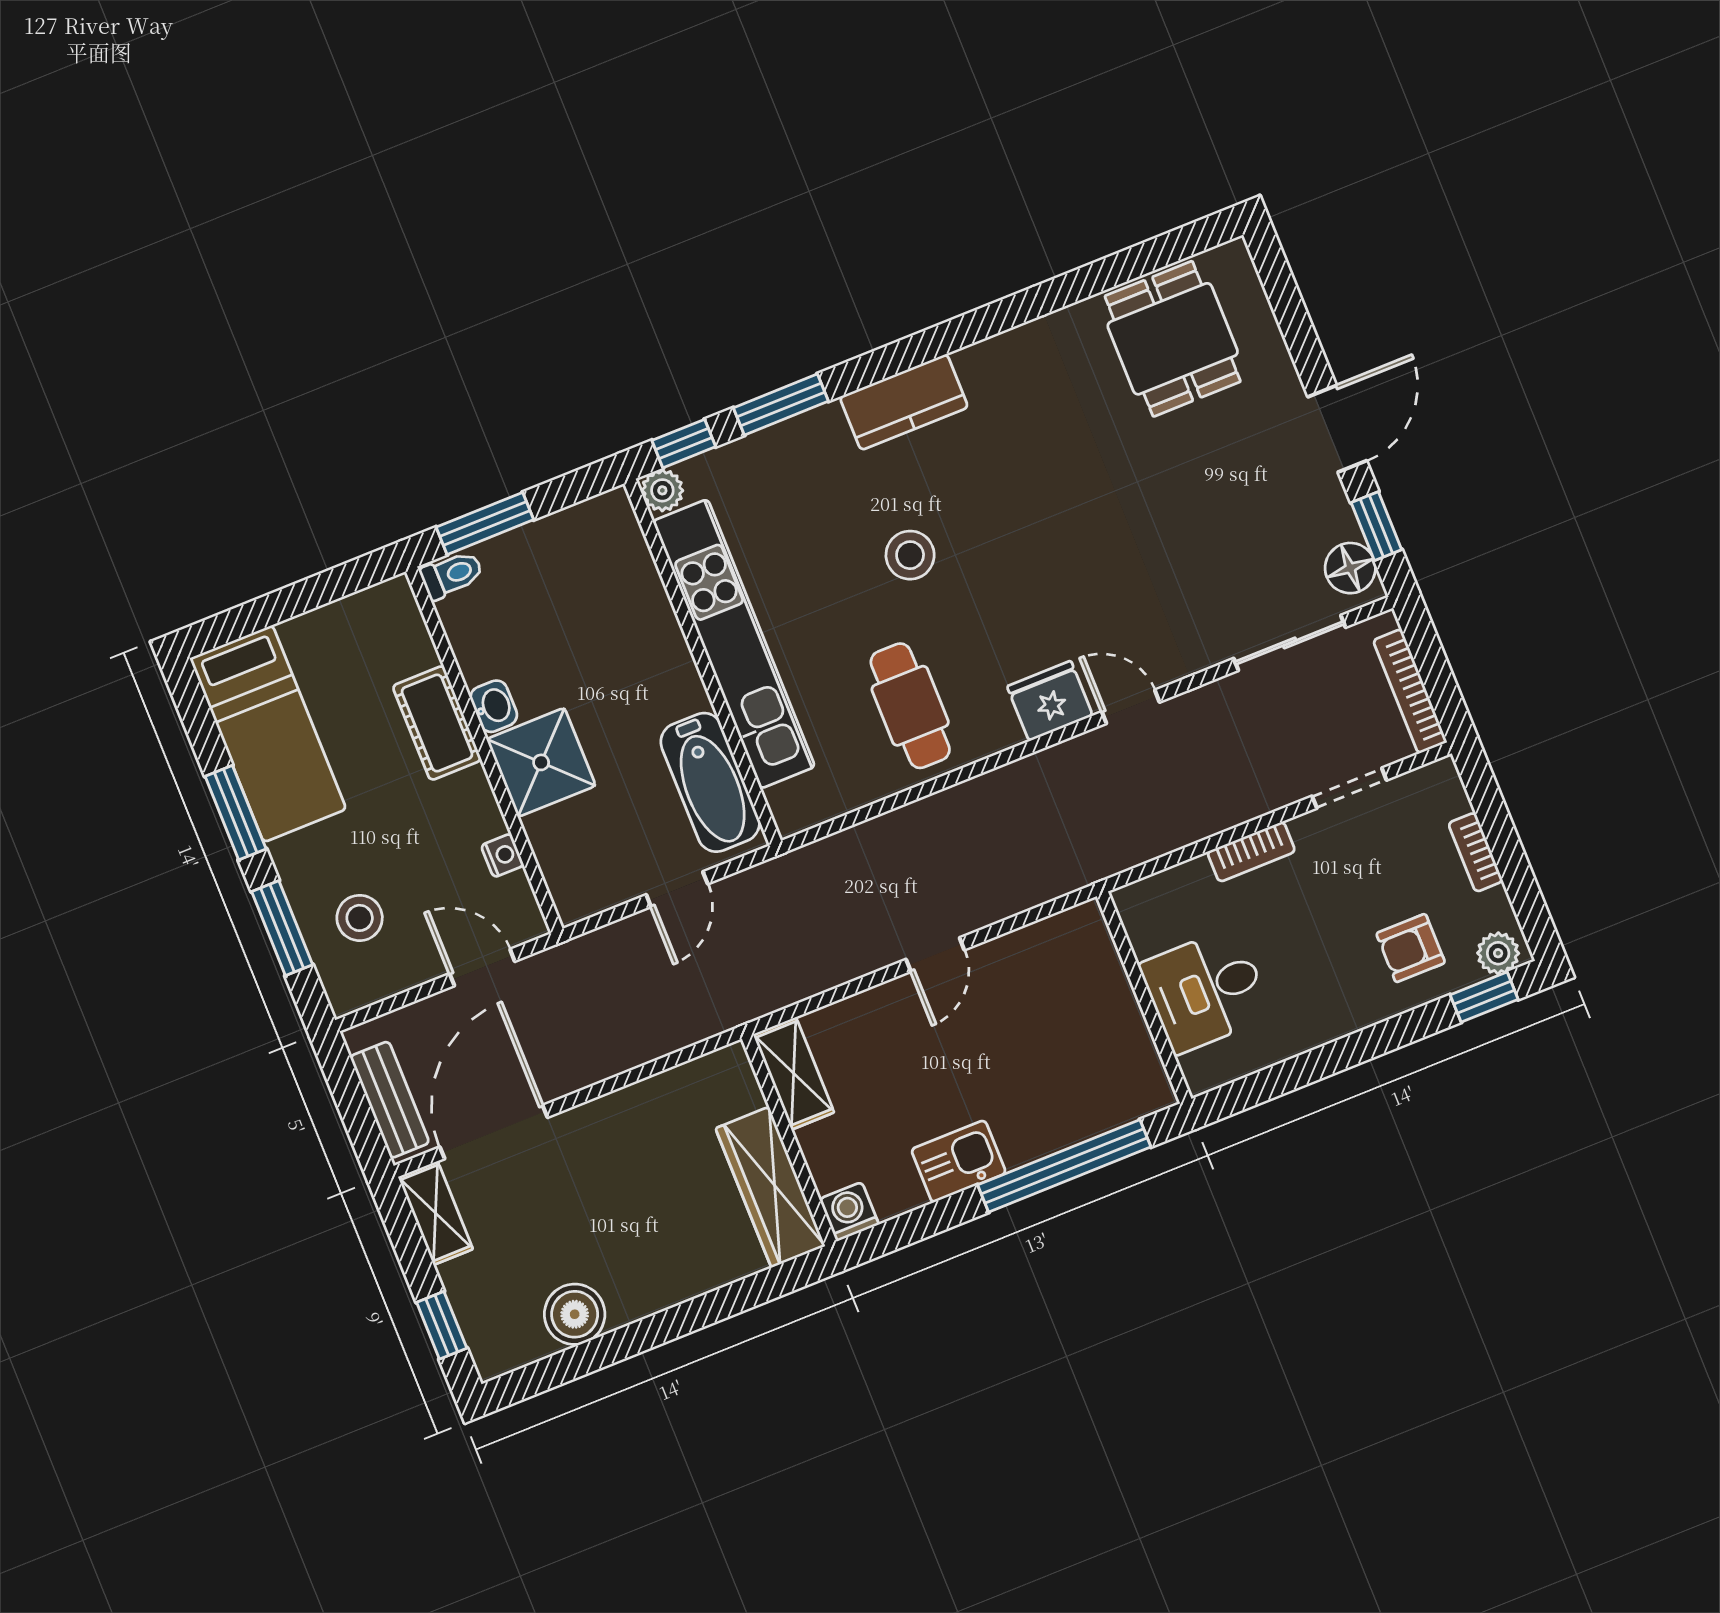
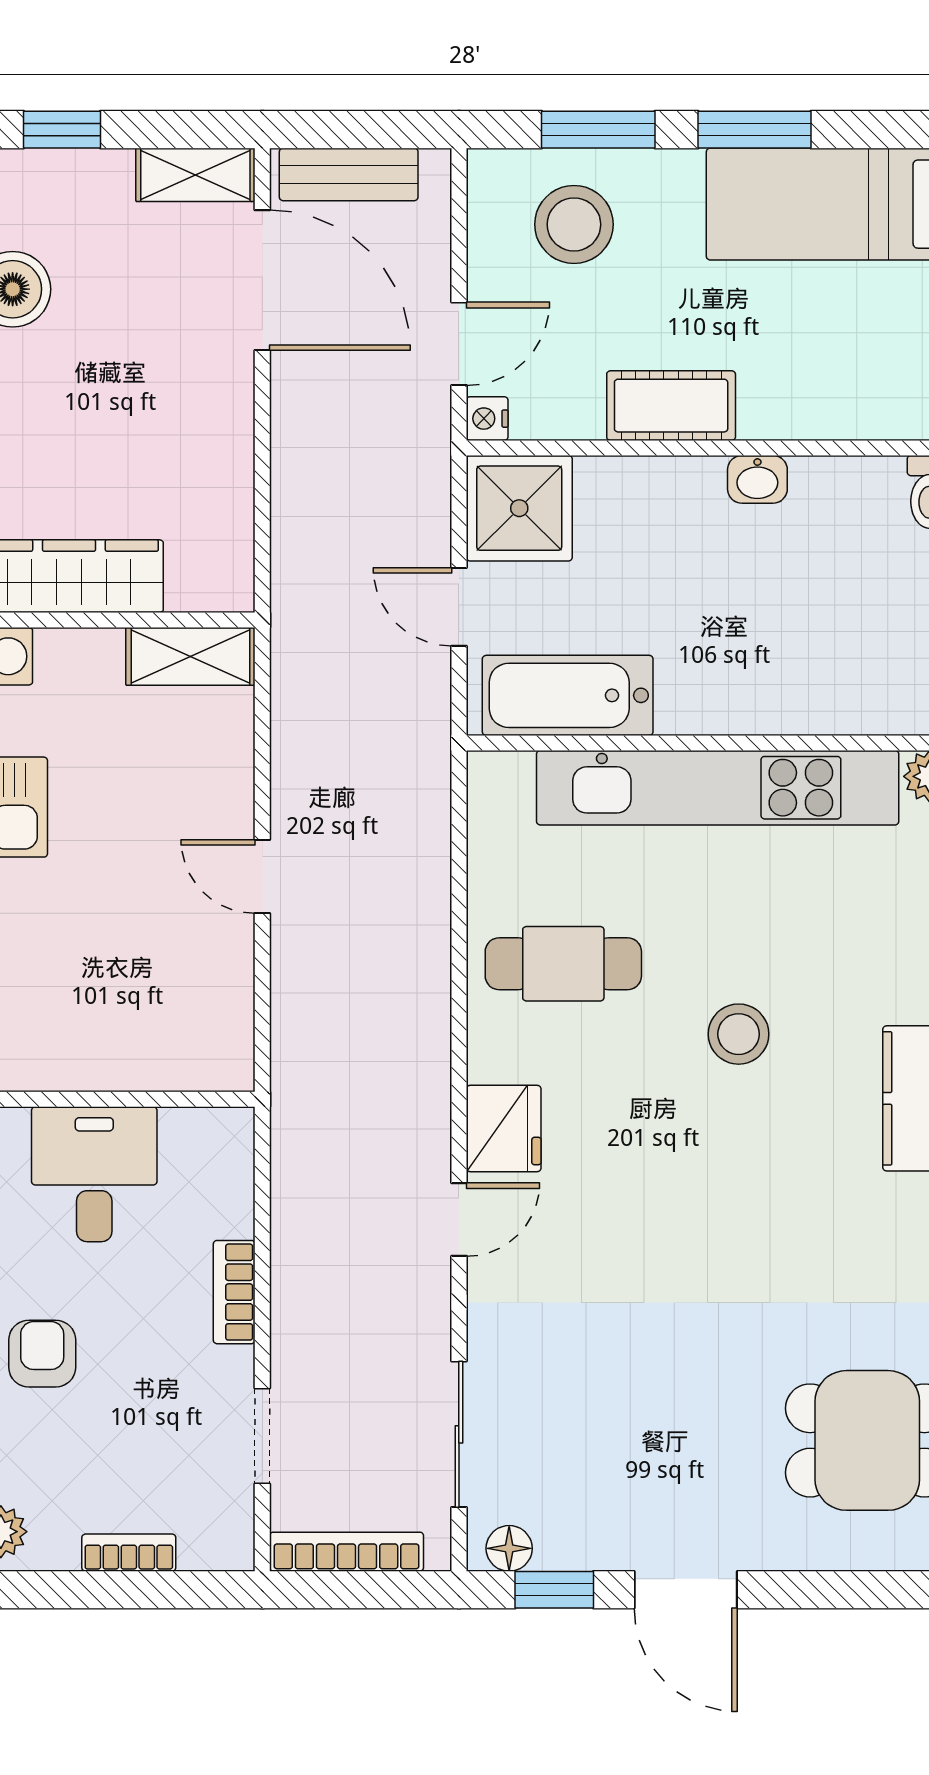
floor lamp: (1350, 568) -> (509, 1548), width x0.73, depth x0.73
cot: (437, 723) -> (671, 406), moved
shower: (541, 762) -> (519, 508), moved
nightstand: (502, 855) -> (487, 419), moved, turned 90
stool: (360, 918) -> (574, 224), width x1.38, depth x1.38
armchair: (1411, 948) -> (42, 1354), moved

